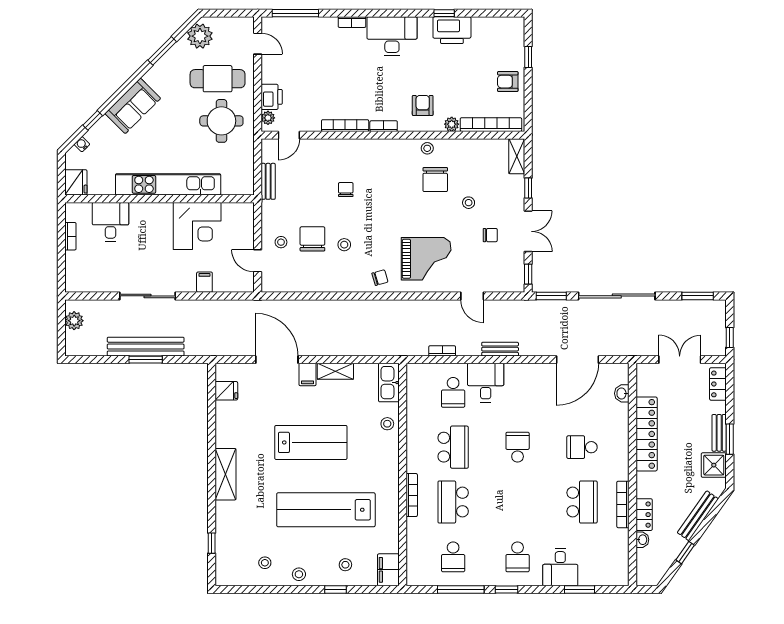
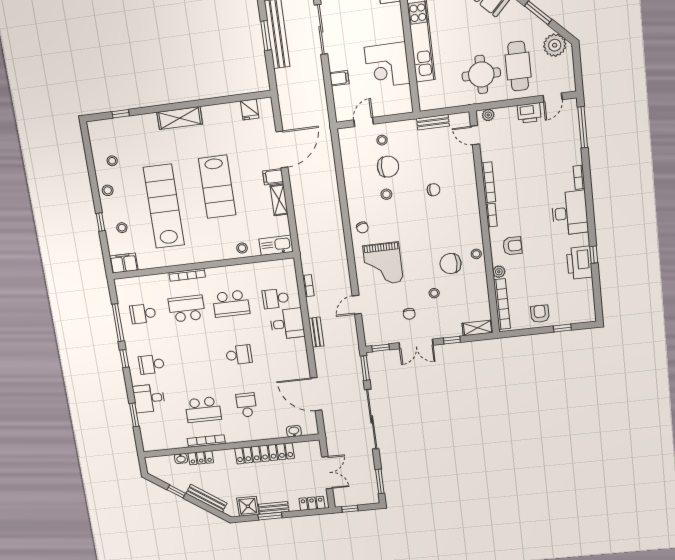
printer: (272, 97) -> (529, 113), moved

